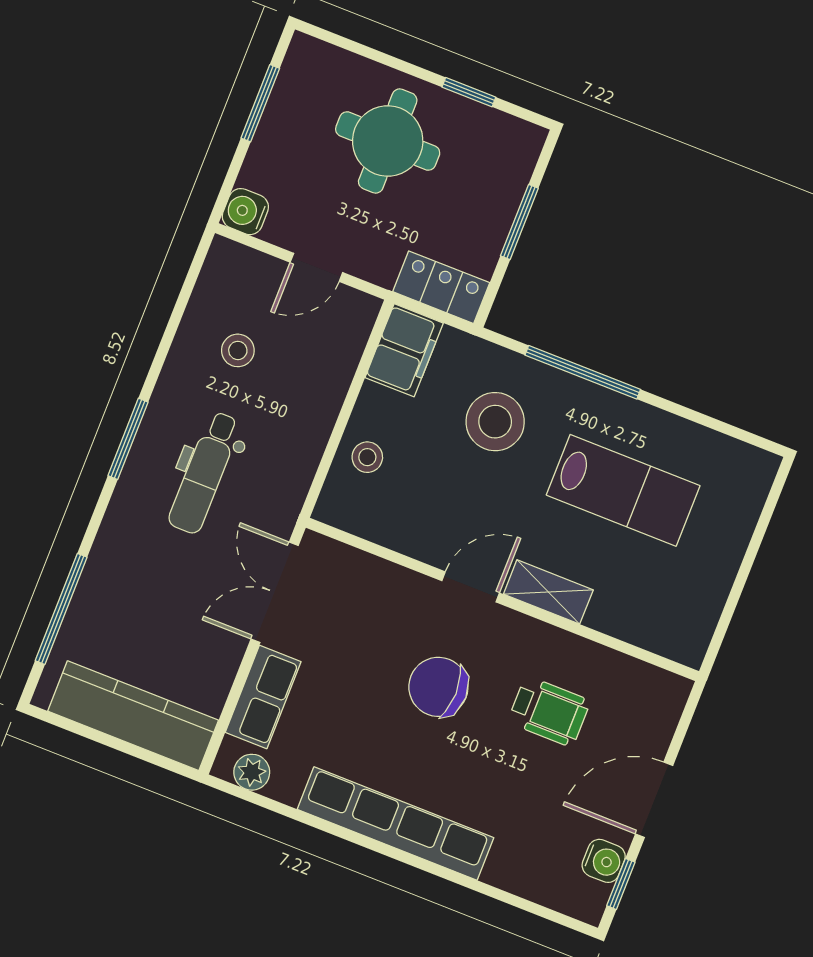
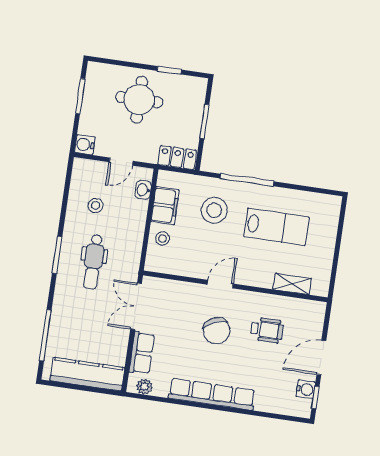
washbasin: (350, 341) -> (143, 190), added
filing cabinet: (404, 350) -> (165, 206), moved
shelving: (548, 592) -> (292, 284), moved
chair: (438, 687) -> (217, 331), turned -114

